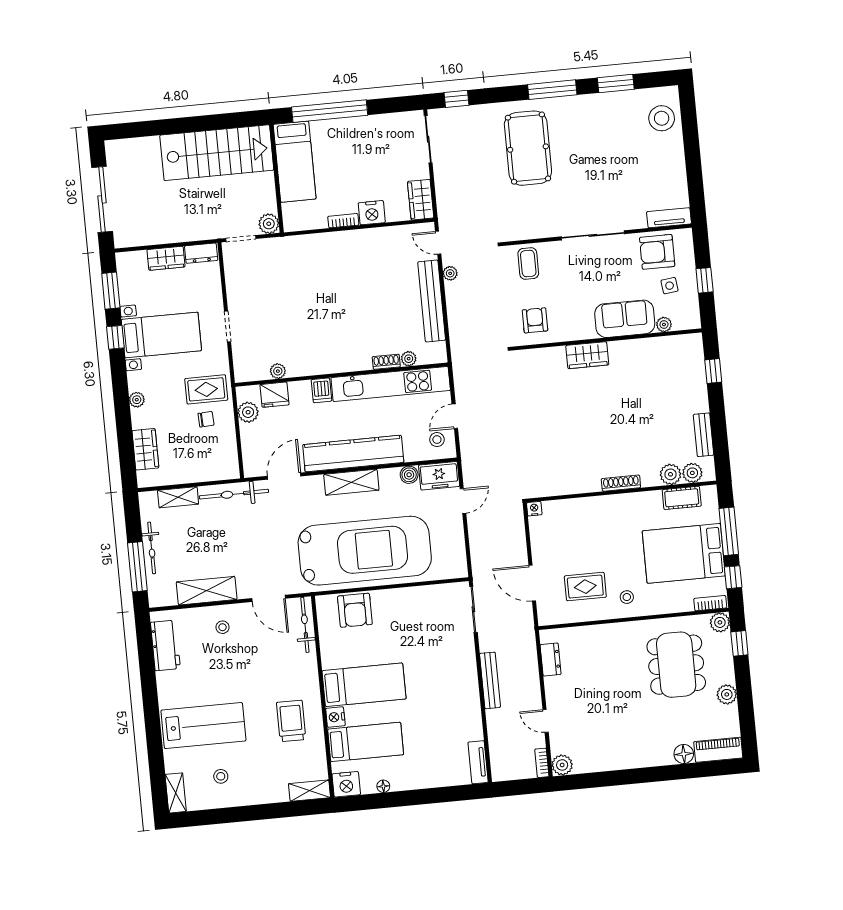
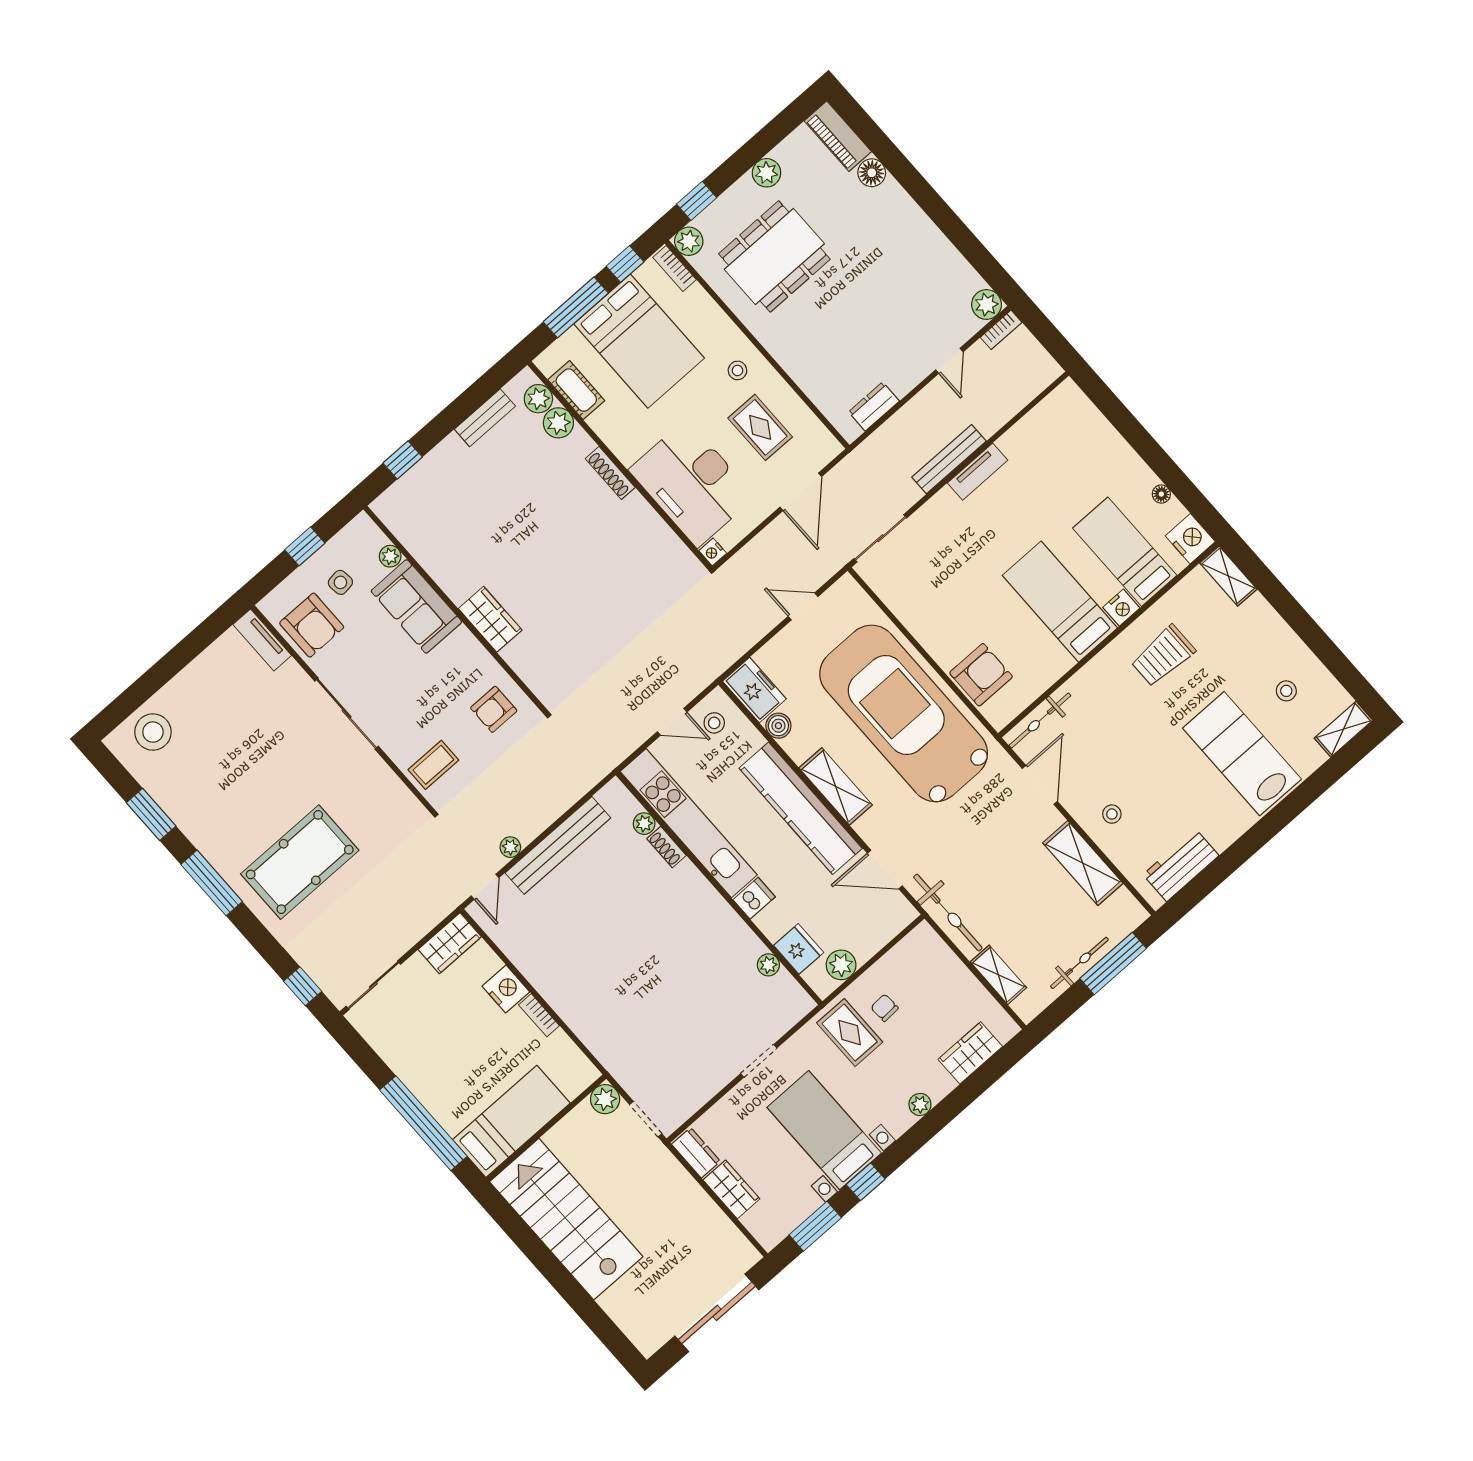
door: (463, 501) -> (803, 606), moved
desk: (582, 525) -> (692, 483), added
tv unit: (478, 762) -> (978, 472), moved

